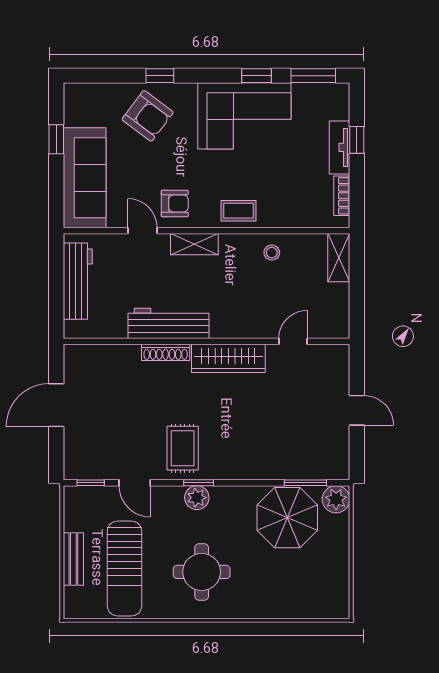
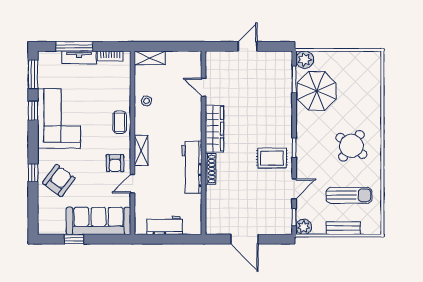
window: (357, 140) -> (74, 46), width x2.17
armchair: (175, 203) -> (115, 163), turned 180
workbench: (78, 281) -> (165, 225), width x0.73
plant: (197, 498) -> (304, 227), moved
sun lounger: (125, 568) -> (349, 195), width x0.73, depth x0.75
round table: (202, 572) -> (351, 146), turned 37

